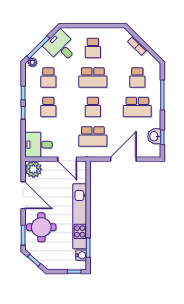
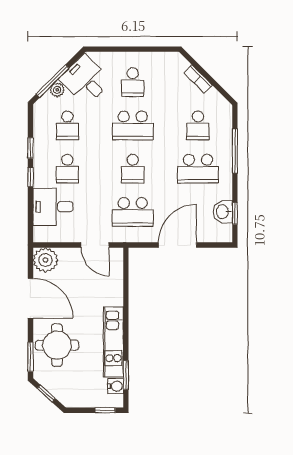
plant: (32, 62) -> (57, 90), moved
desk: (39, 145) -> (53, 207), moved
kitchen unit: (80, 216) -> (113, 342), width x0.73

